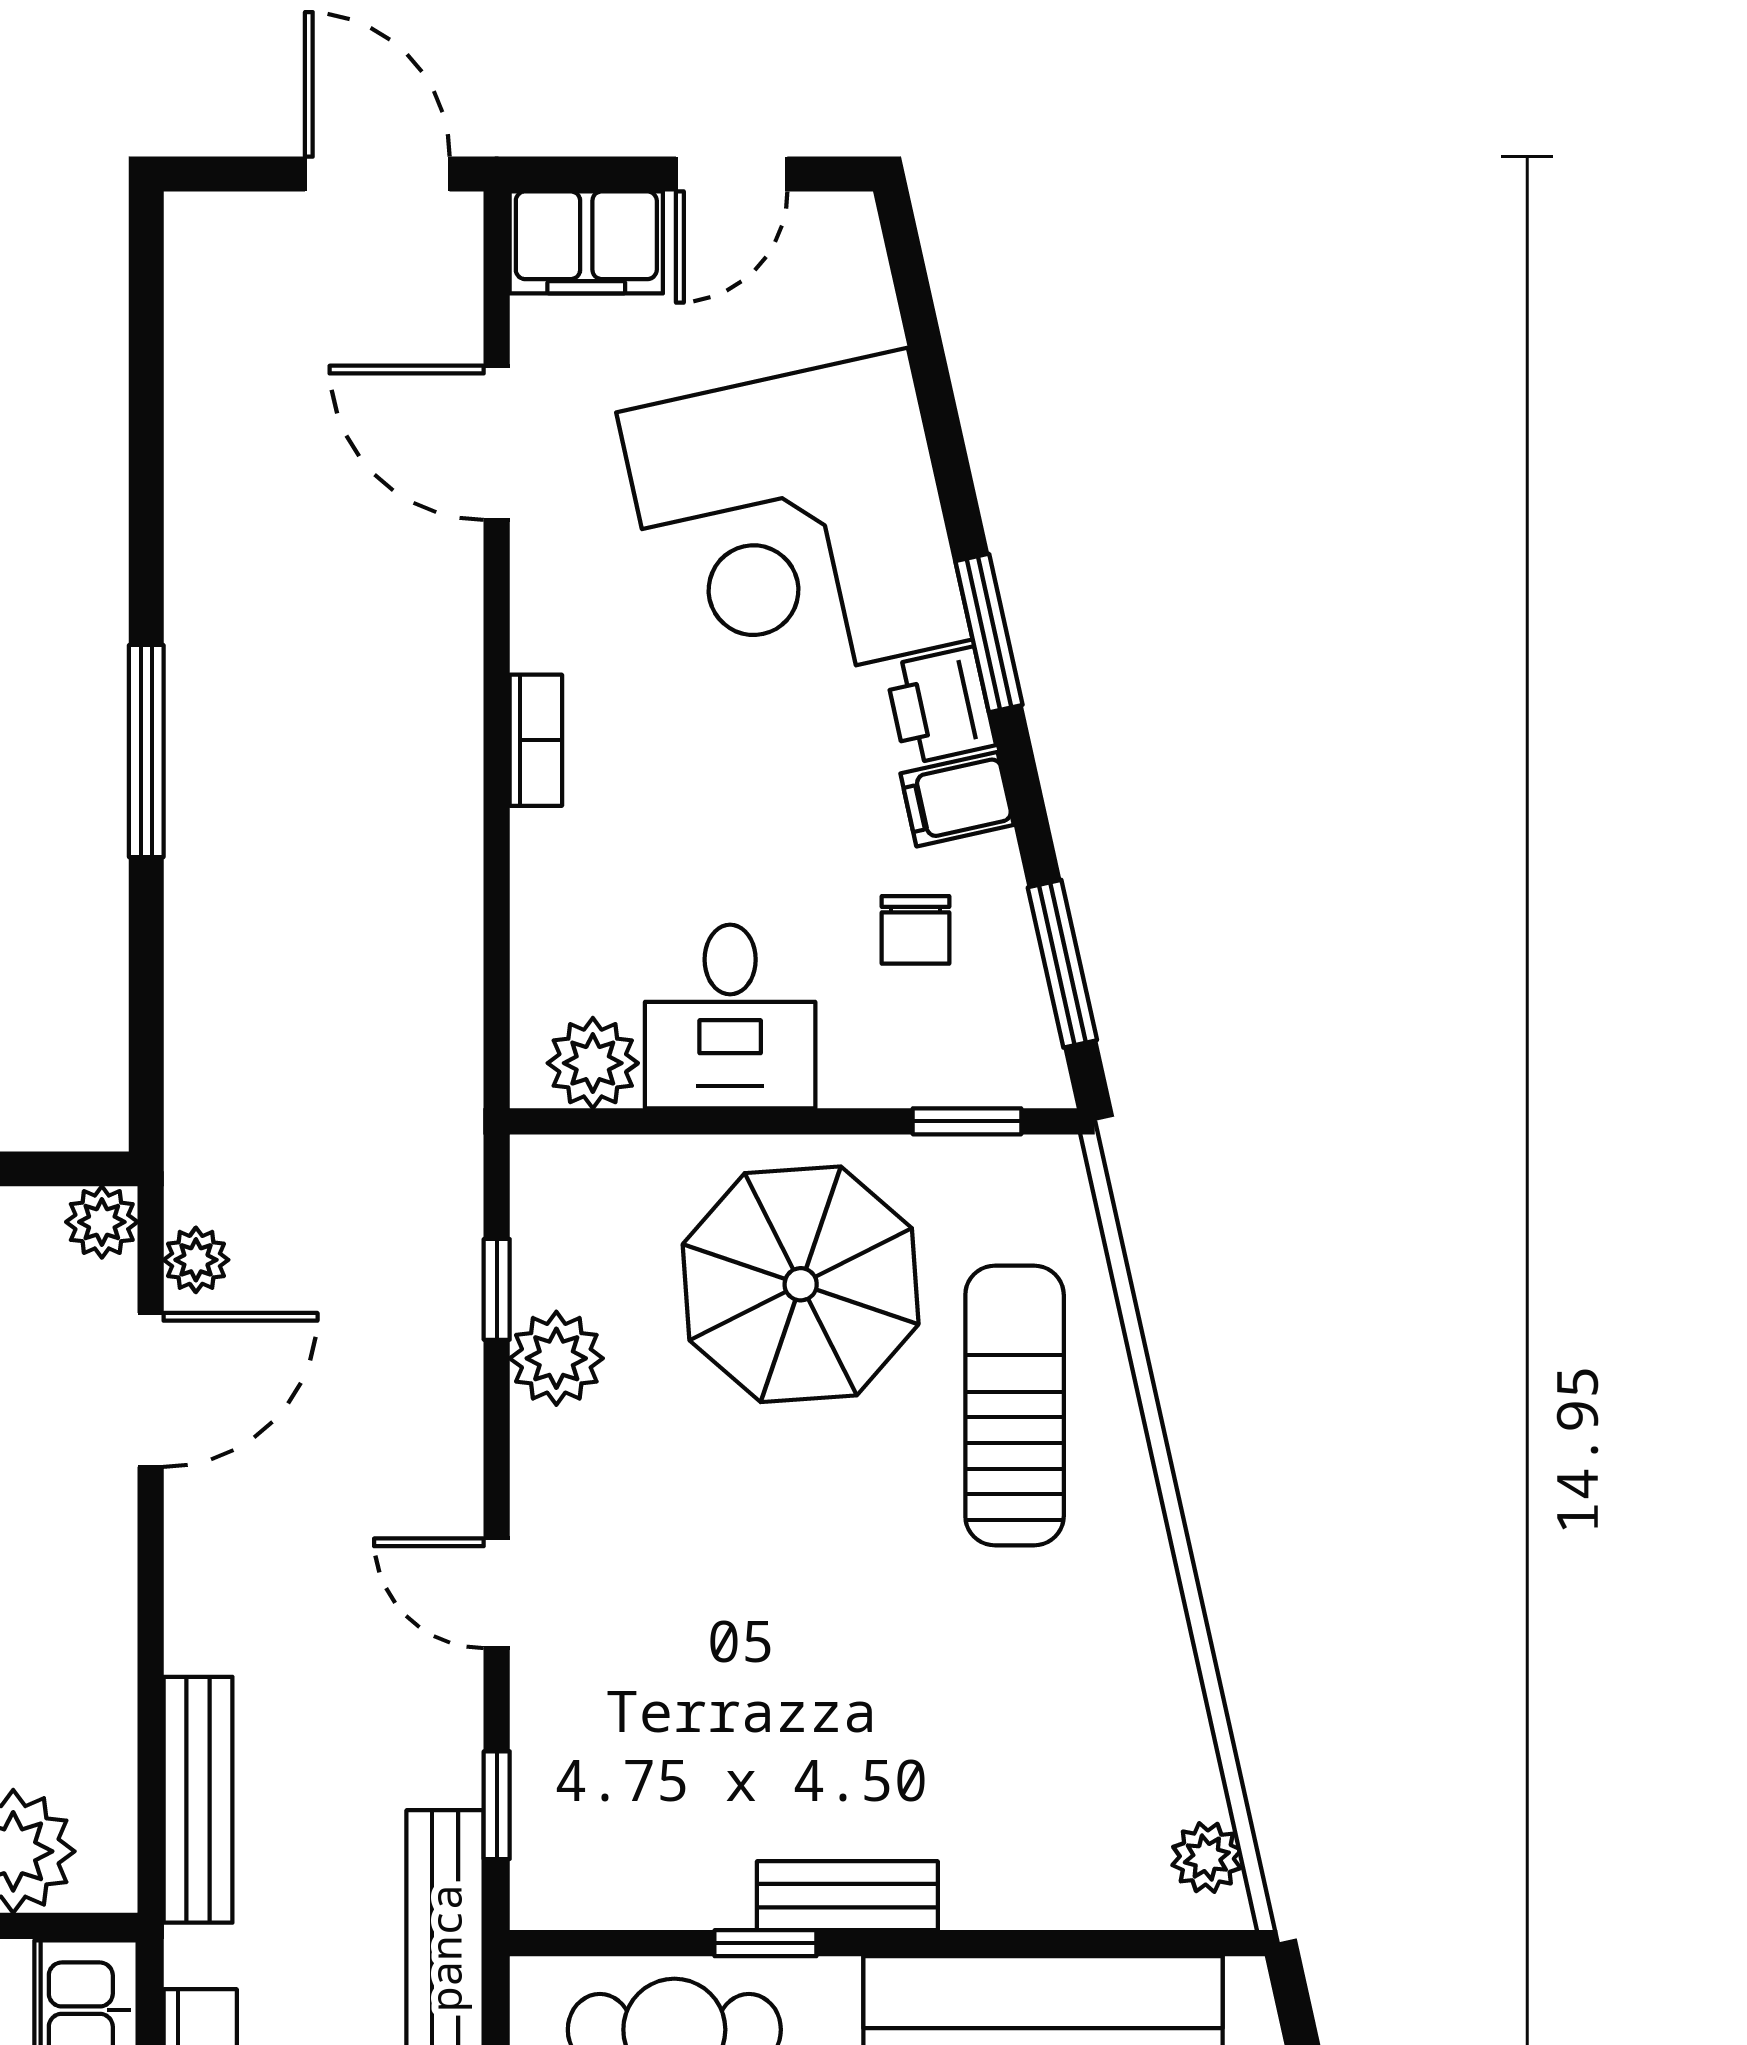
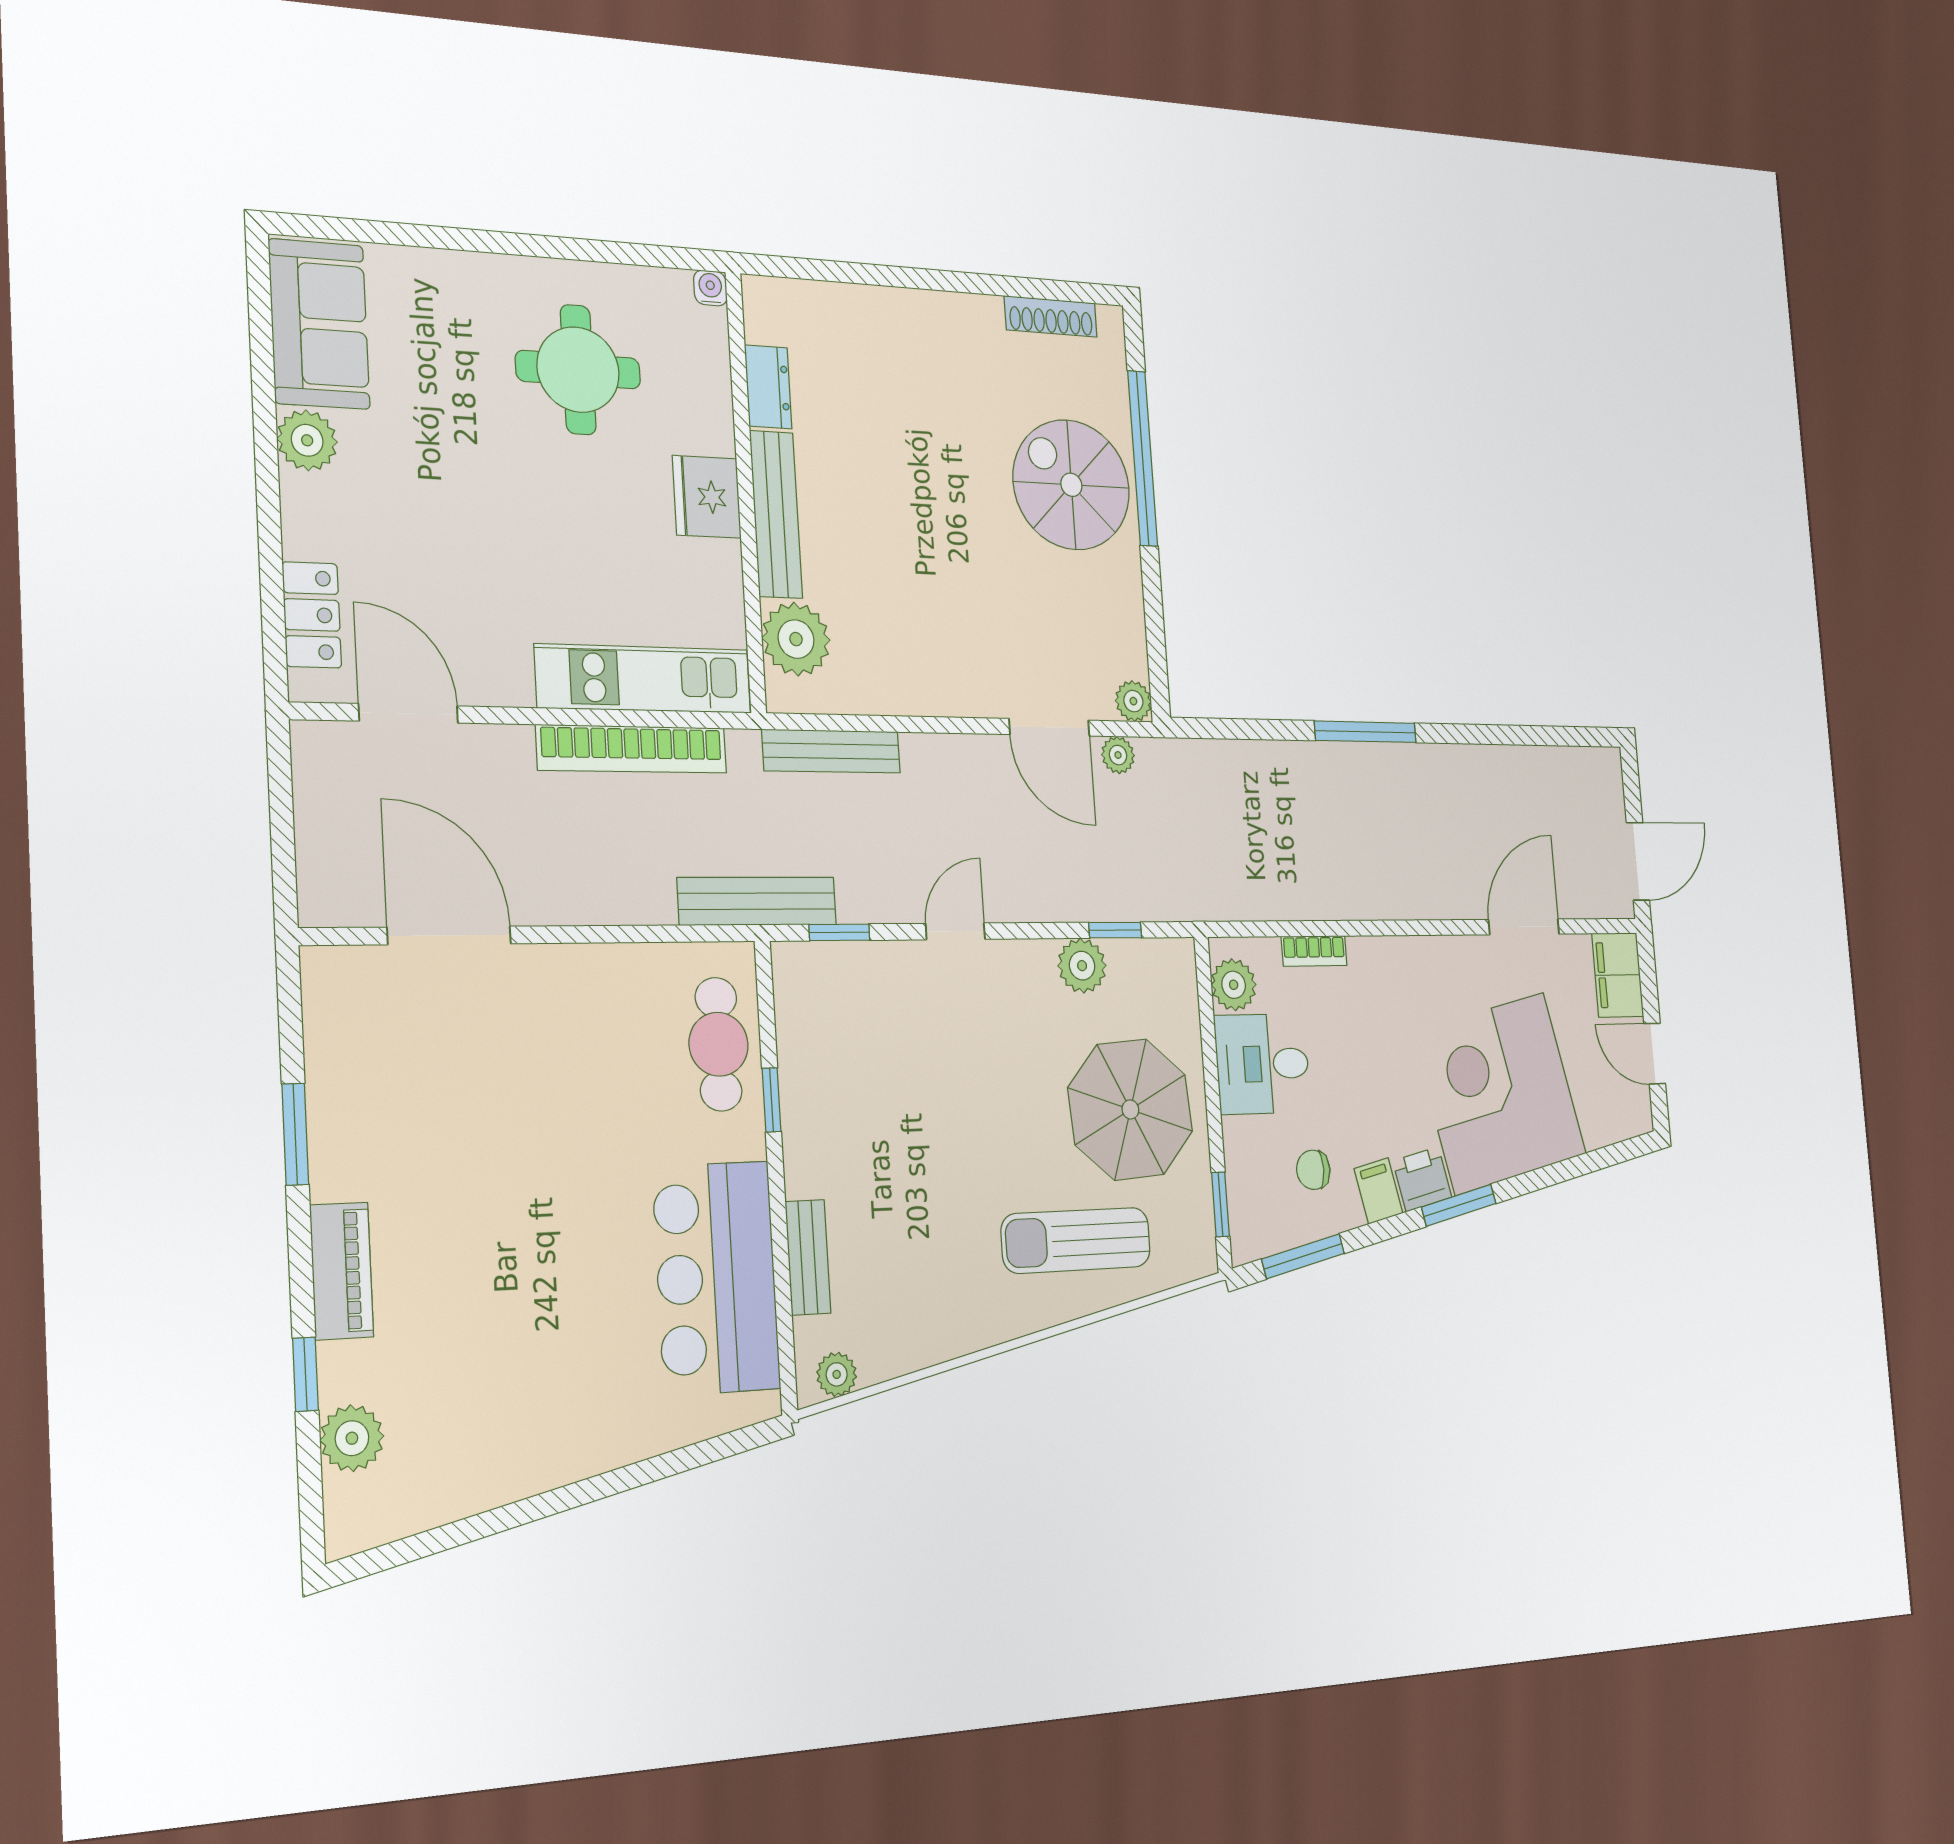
bookcase: (536, 740) -> (1314, 951), moved
sun lounger: (1015, 1405) -> (1076, 1240), turned 180
bench: (847, 1896) -> (808, 1257), moved

